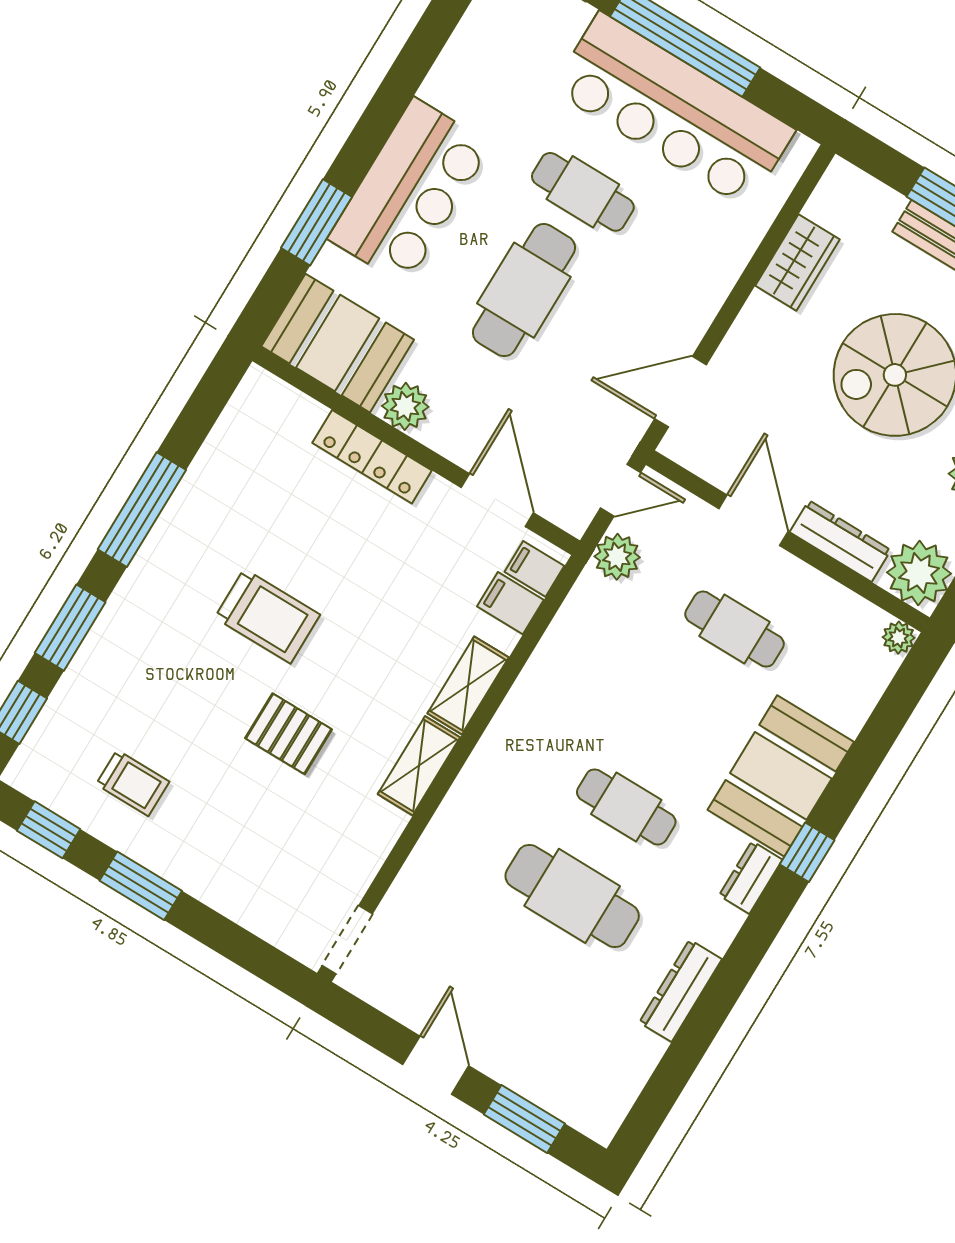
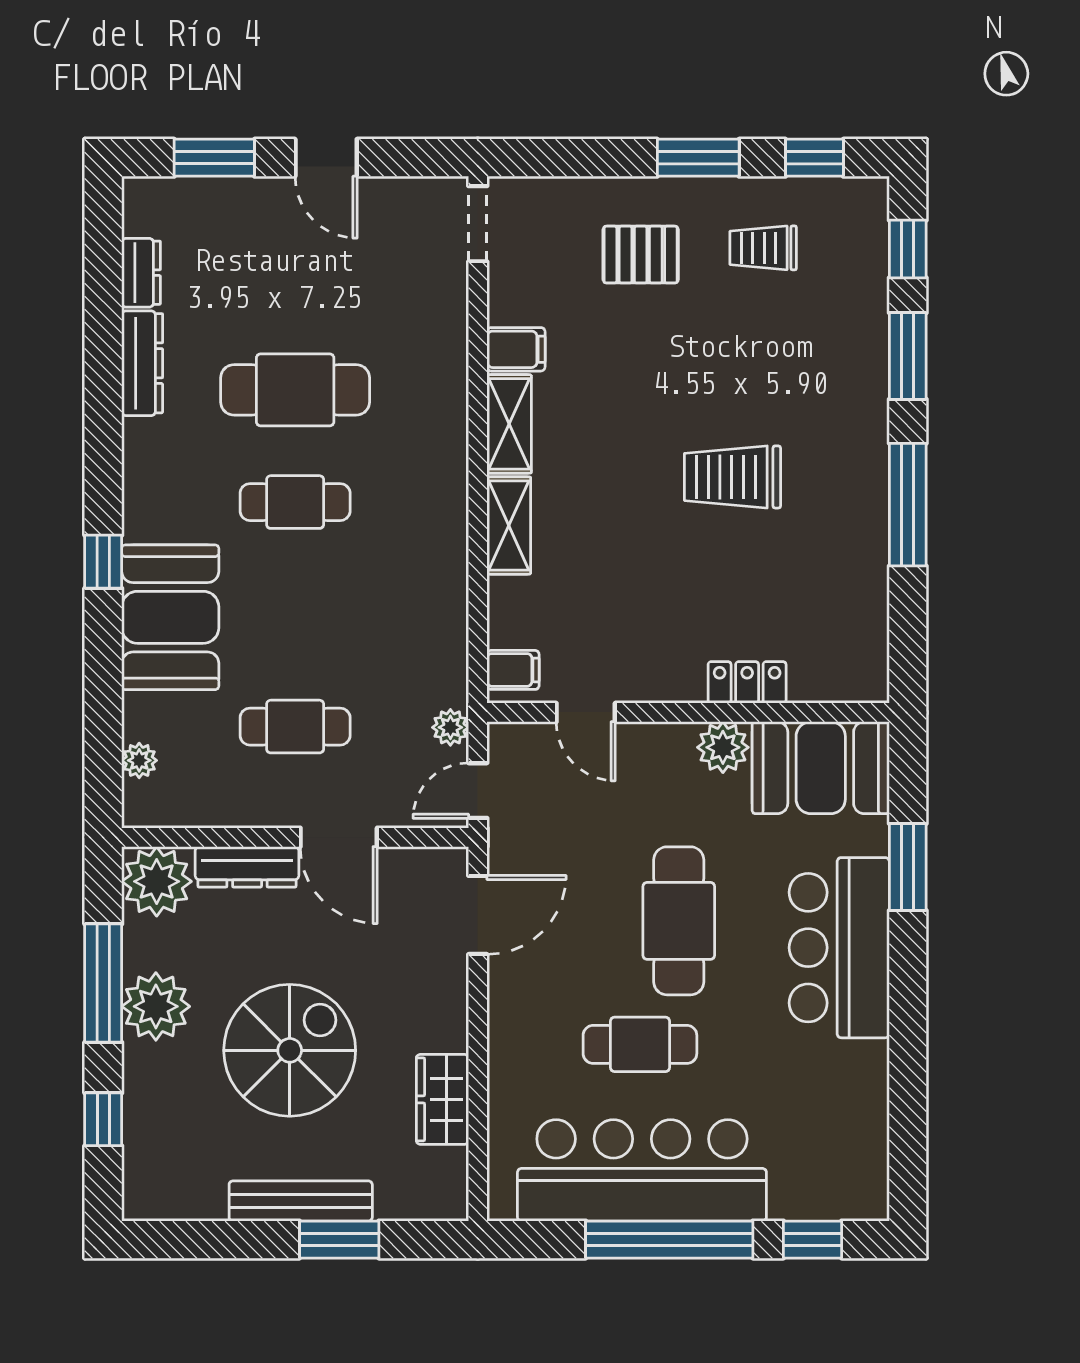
cafe table: (583, 192) -> (640, 1044), moved
locker: (372, 457) -> (747, 682), width x0.66
door: (497, 500) -> (586, 712), width x0.73
plant: (617, 557) -> (450, 727), width x0.73, depth x0.73
filing cabinet: (510, 603) -> (516, 349), moved
plant: (899, 638) -> (139, 760), moved
pallet: (289, 734) -> (641, 255), moved
dresser: (751, 877) -> (141, 273), moved

